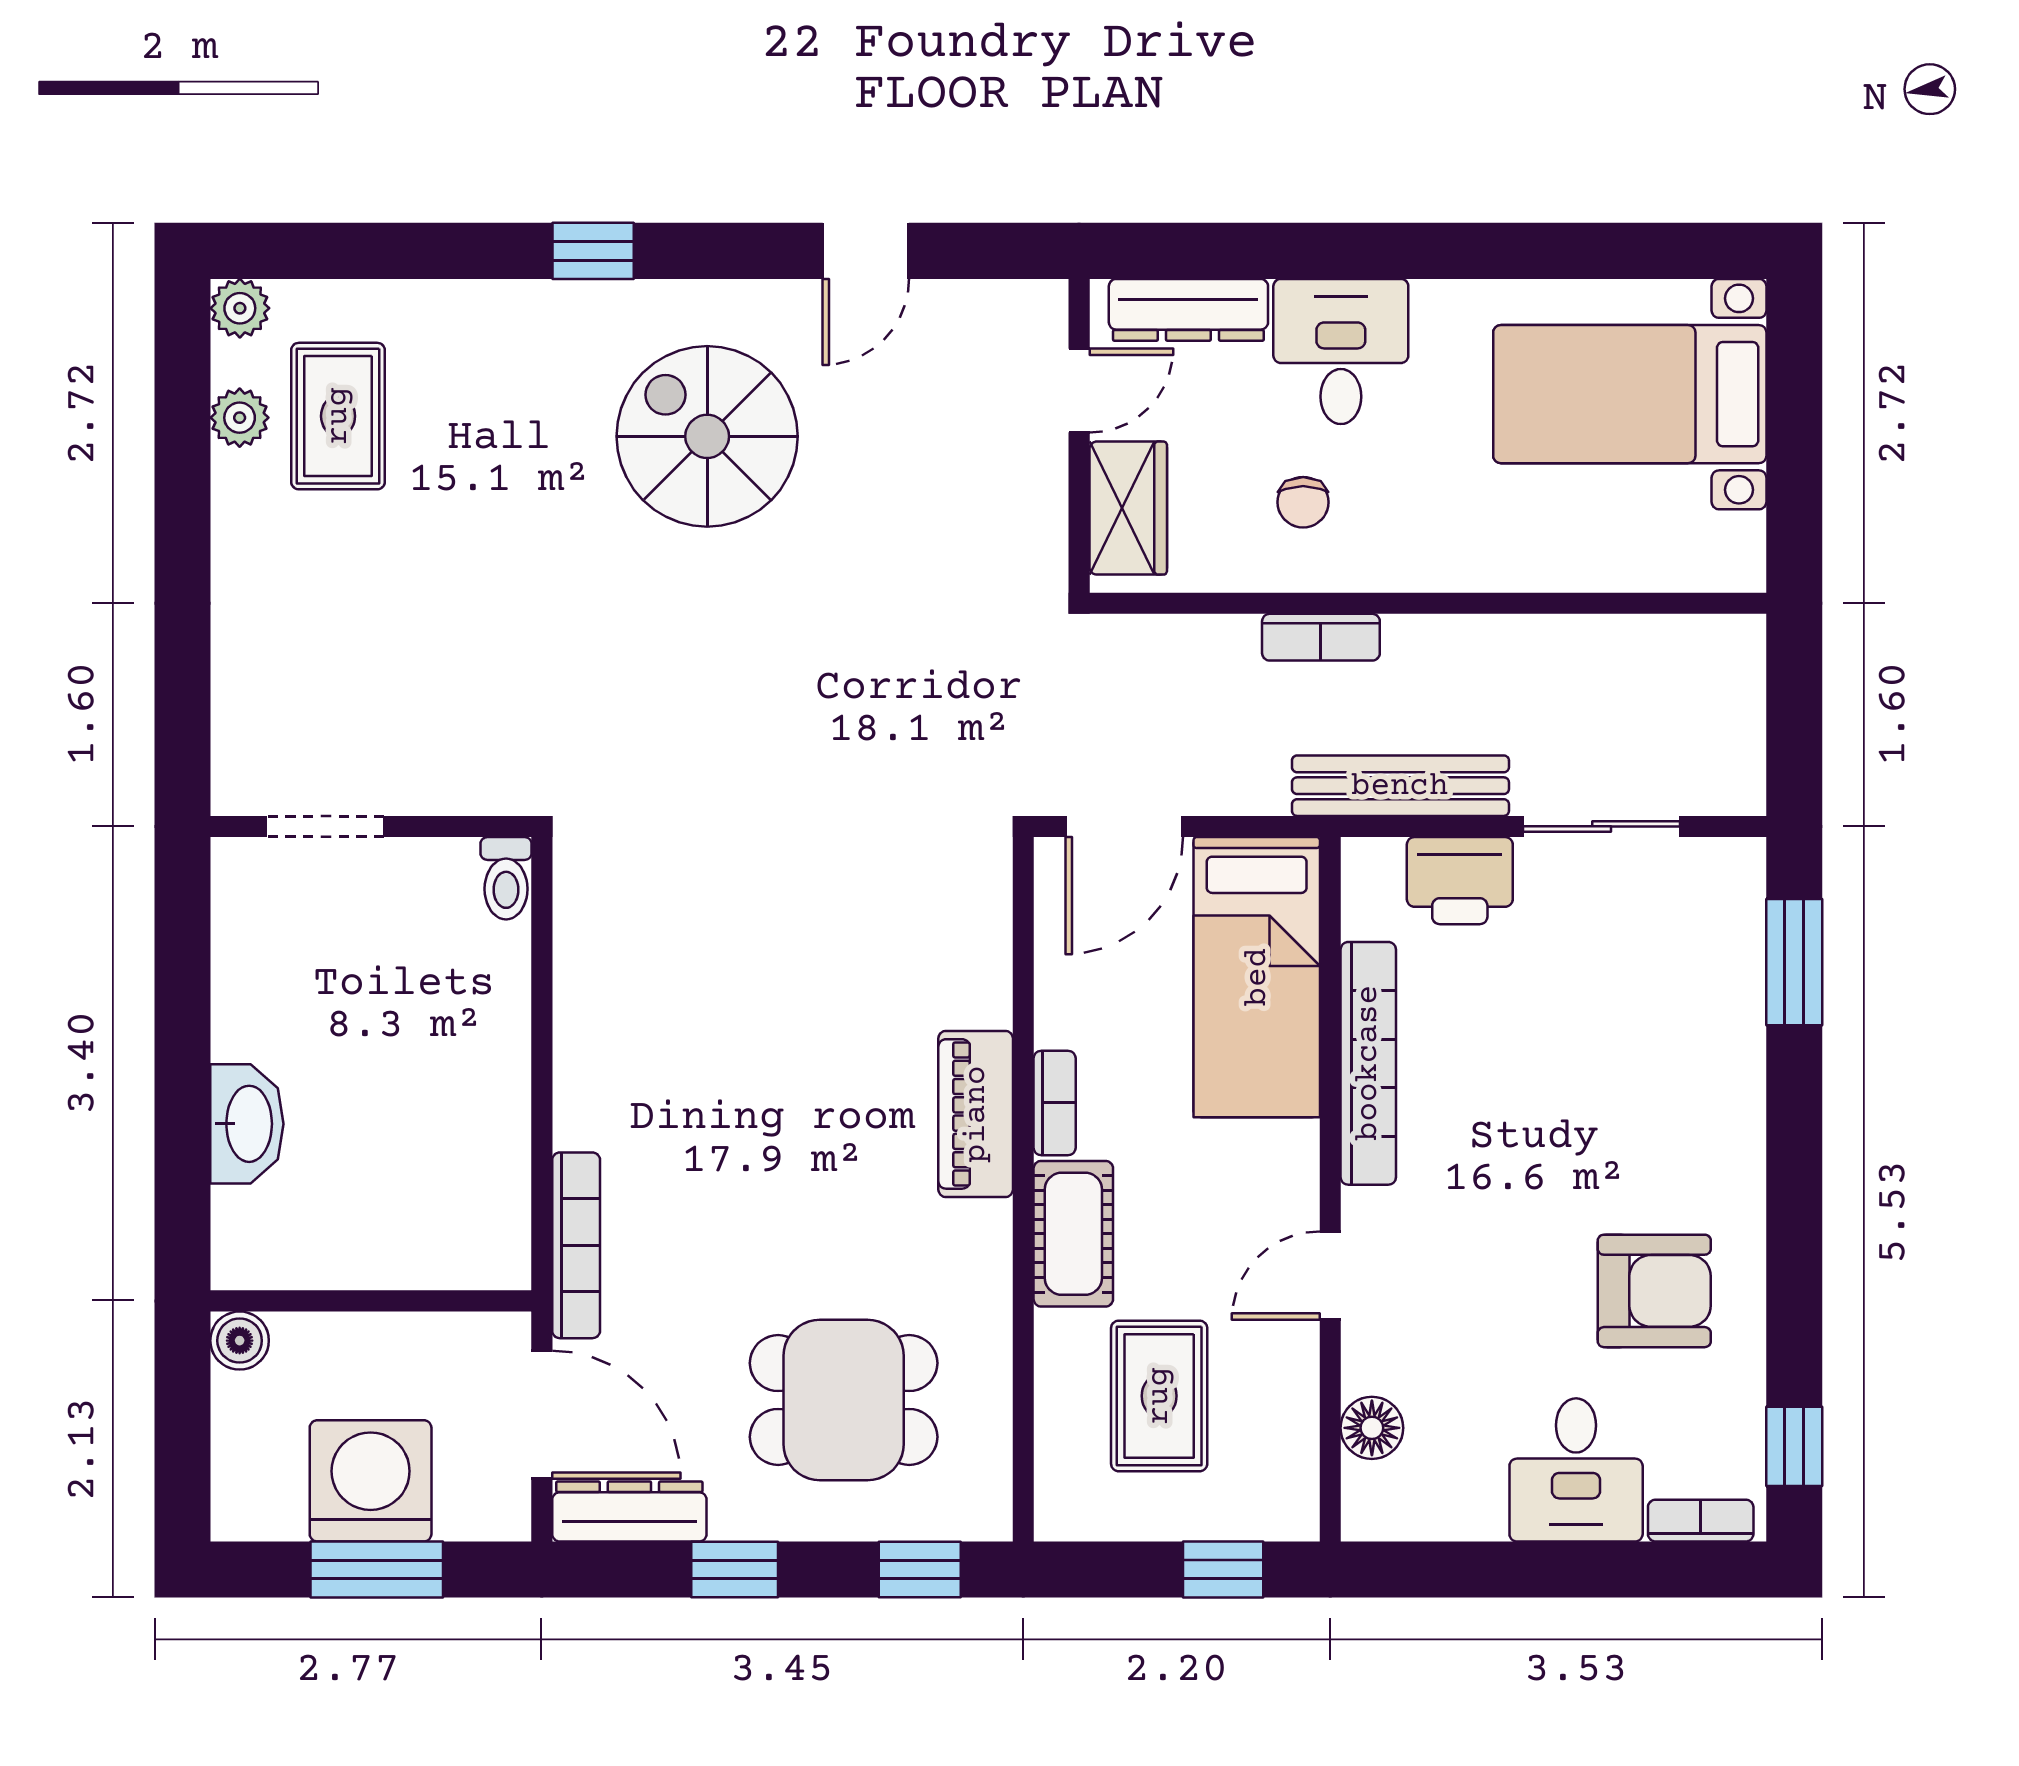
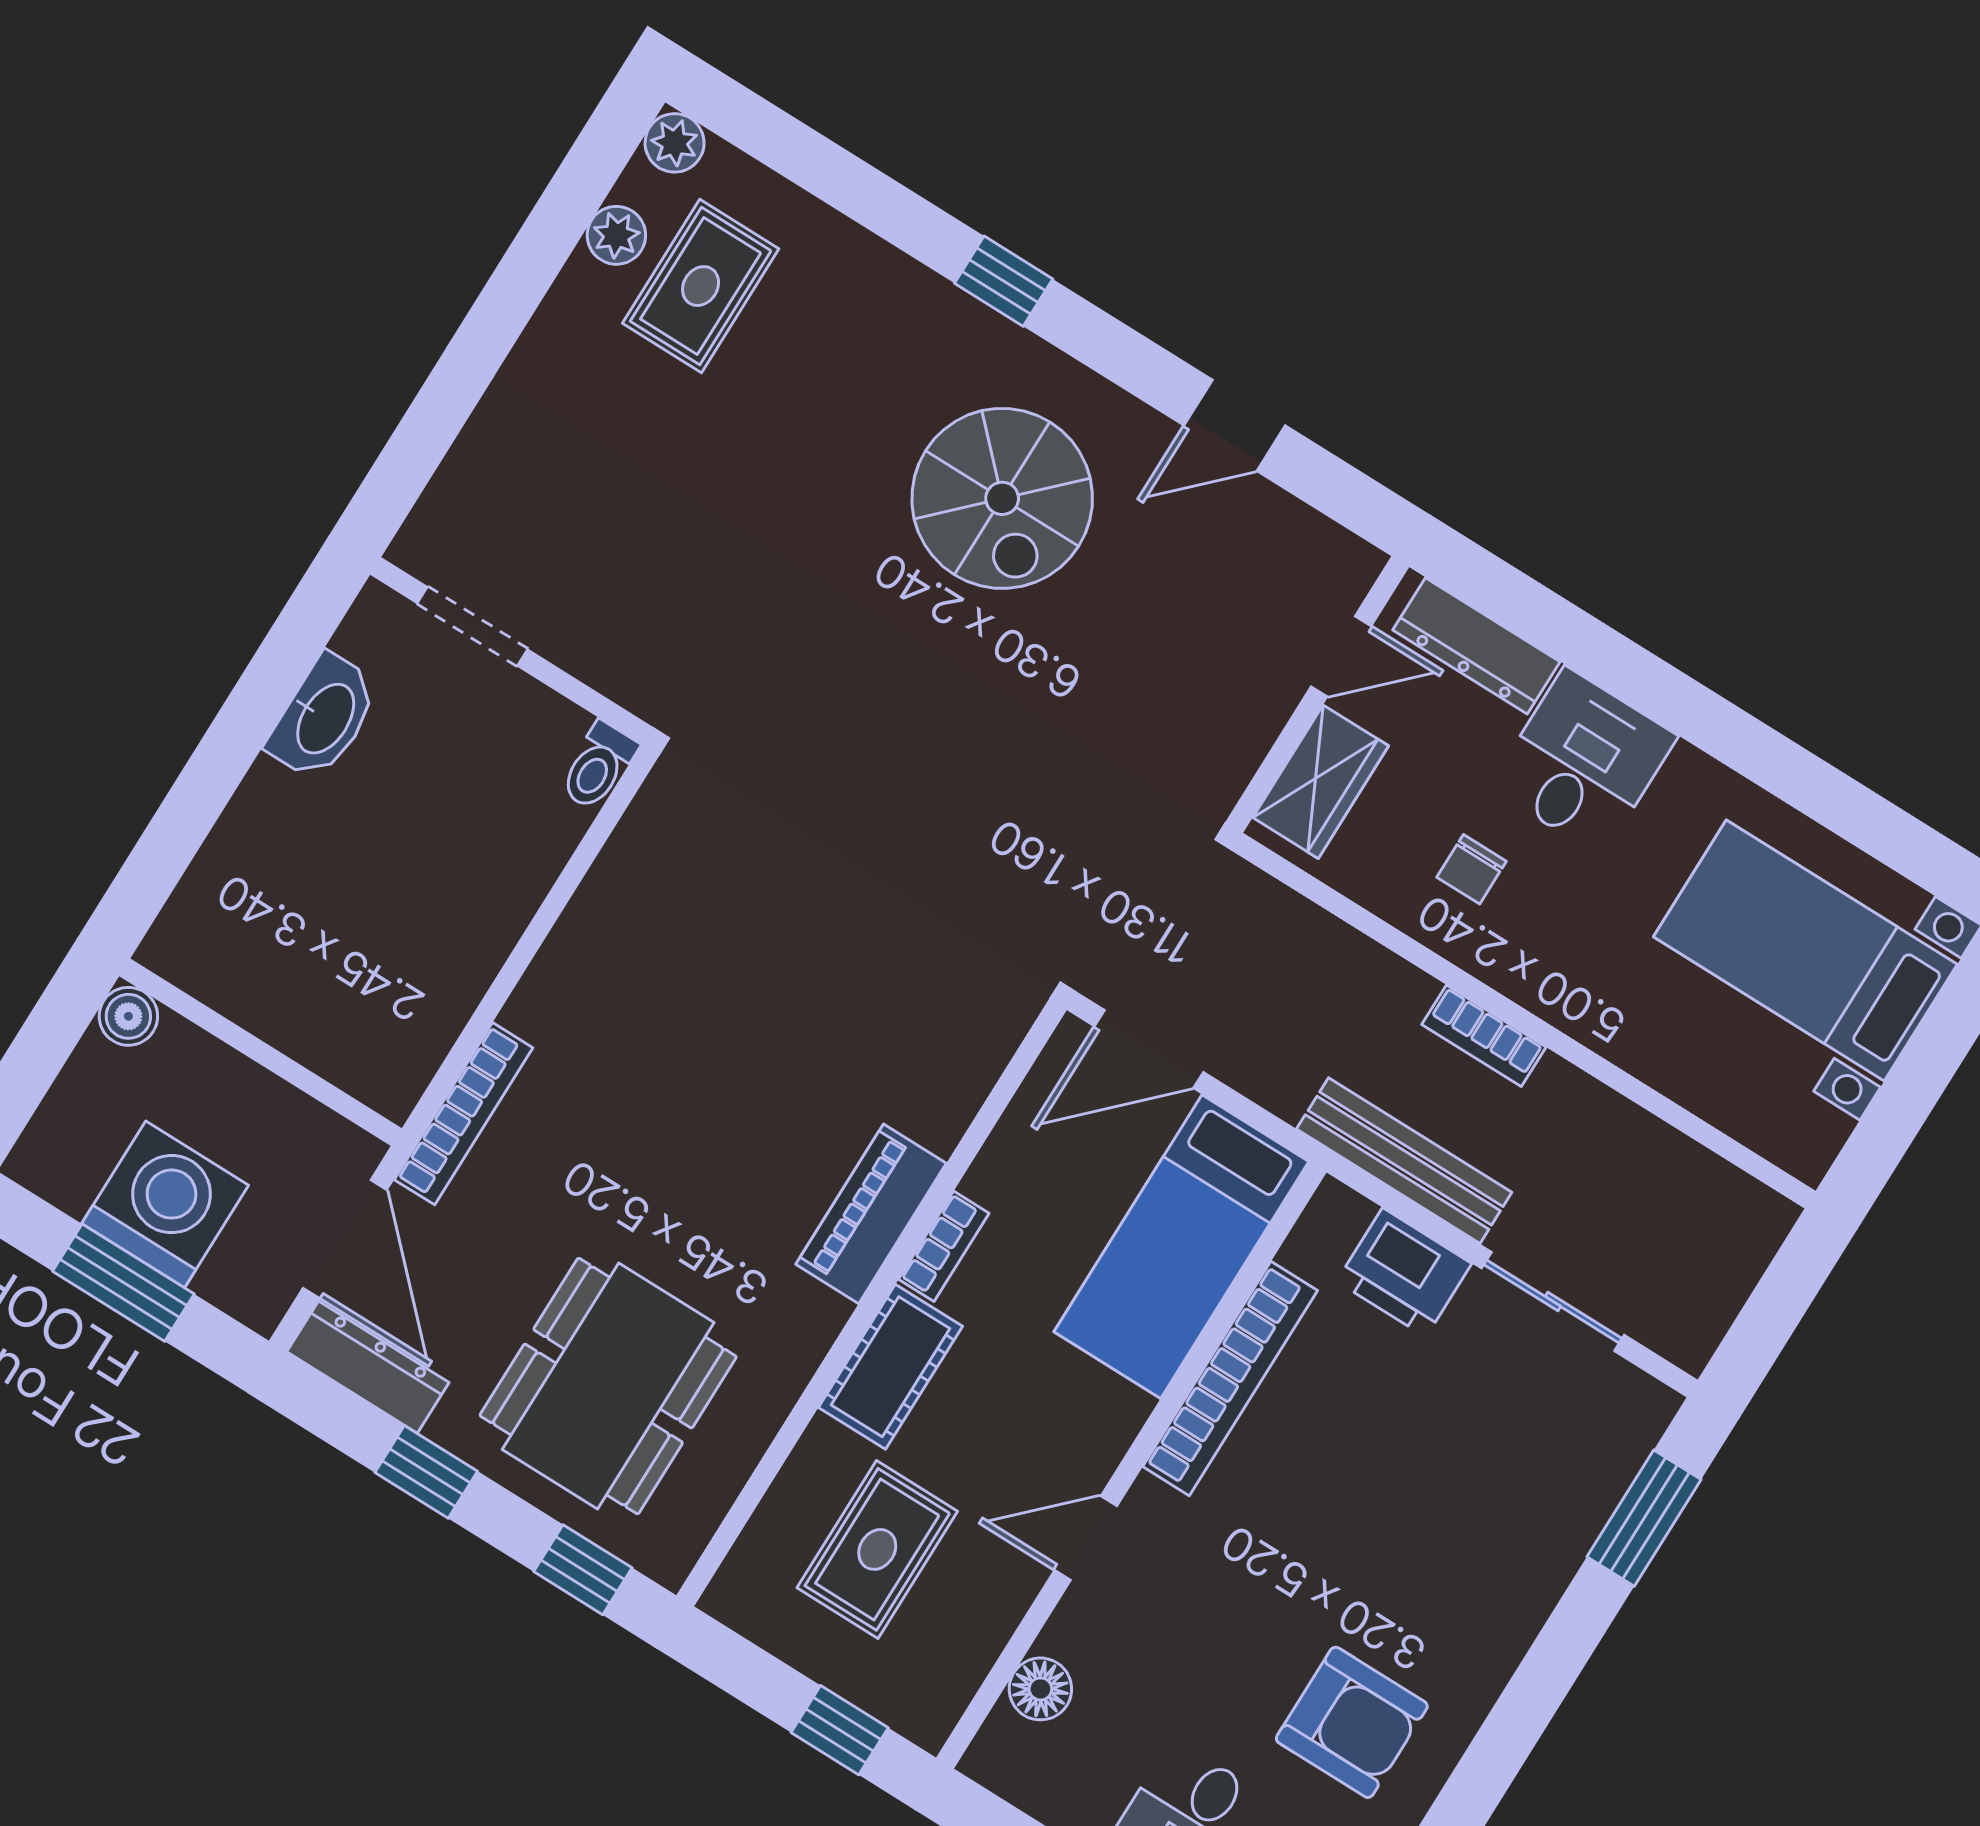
spiral stairs: (707, 436) -> (1002, 498), turned 180
bookcase: (1321, 637) -> (1484, 1036), moved
washbasin: (247, 1124) -> (324, 717), moved
dining table: (844, 1400) -> (608, 1386), width x1.38

